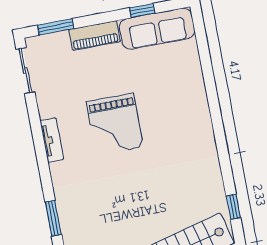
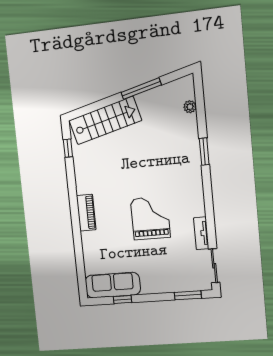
piano: (94, 36) -> (86, 213), moved, turned 90
tv unit: (52, 140) -> (201, 233), moved

